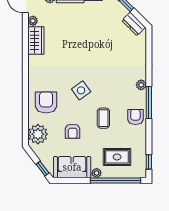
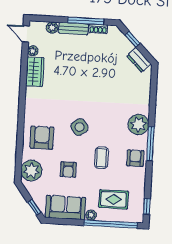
plant: (141, 85) -> (138, 124), width x1.87, depth x1.87

